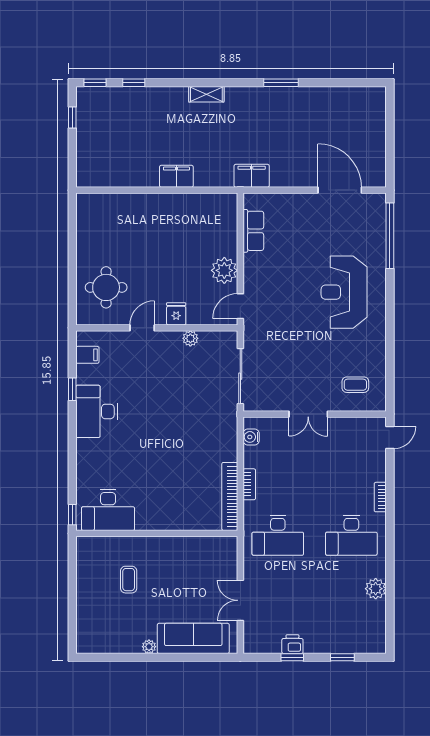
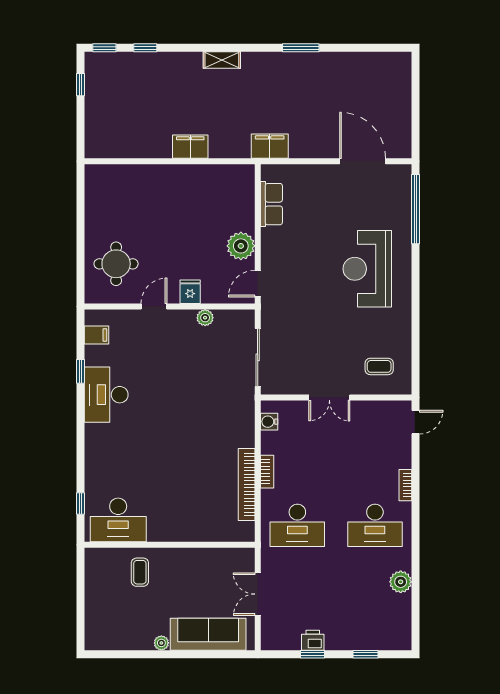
desk: (108, 510) -> (118, 520), moved
wall: (157, 533) -> (170, 545), moved

